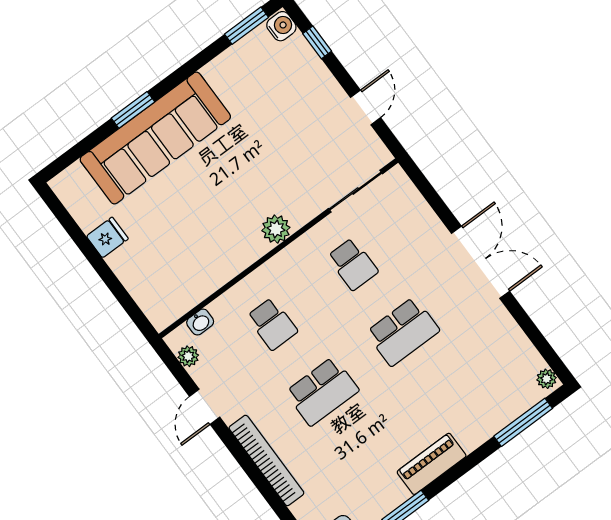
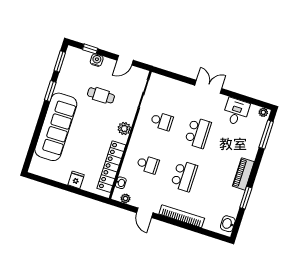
water cooler: (281, 26) -> (97, 60), moved
door: (366, 108) -> (125, 60), swing flipped
window: (133, 110) -> (50, 91), moved
cafe table: (277, 140) -> (101, 95), added
fridge: (107, 237) -> (76, 180), moved
double door: (481, 262) -> (208, 87), width x0.73
locker: (204, 281) -> (111, 167), added
desk: (499, 343) -> (236, 112), added

